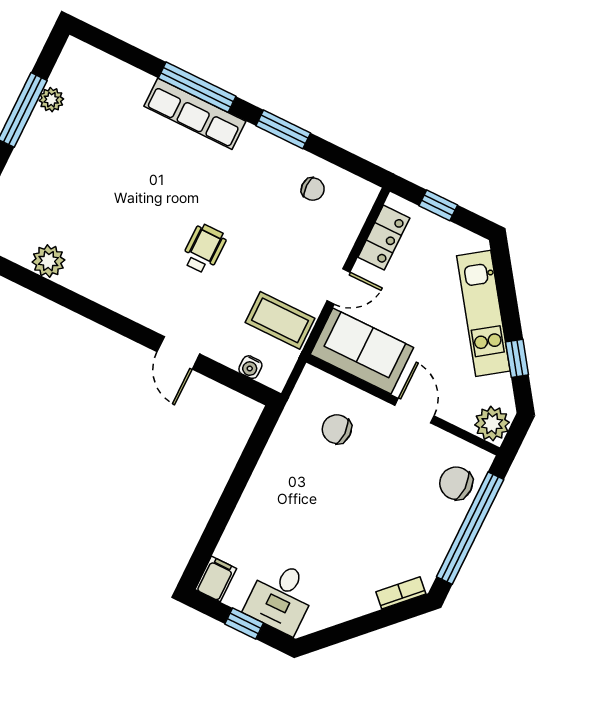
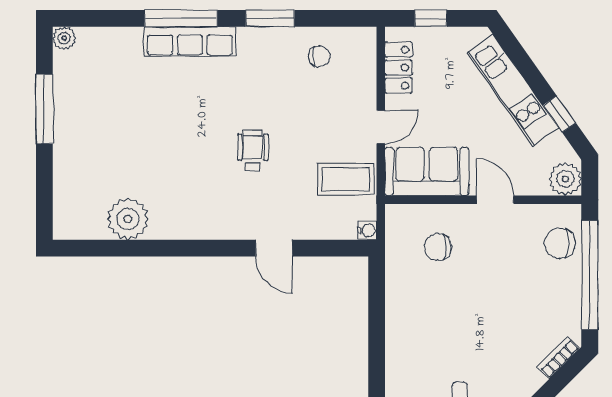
plant: (51, 100) -> (64, 38), moved
plant: (48, 261) -> (128, 219), width x1.36, depth x1.36
water cooler: (250, 367) -> (367, 231), moved, turned -90

